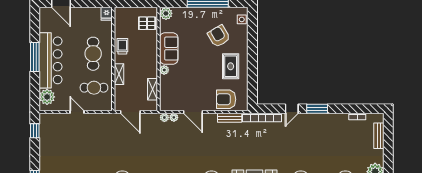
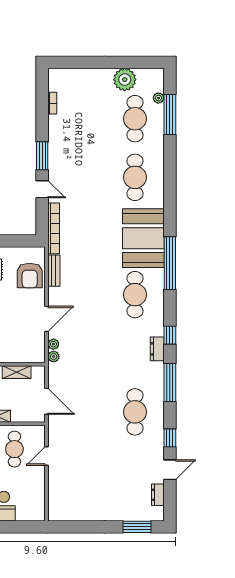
plant: (47, 97) -> (26, 511), removed
door: (77, 112) -> (46, 456), moved
door: (130, 112) -> (46, 401), hinge flipped
window: (35, 131) -> (71, 527), removed
bench: (379, 136) -> (78, 75), removed

